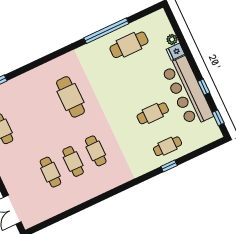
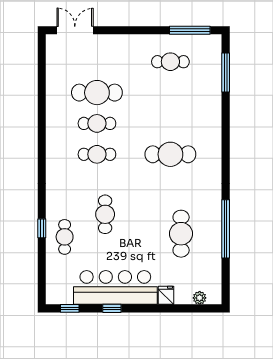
plant: (172, 39) -> (200, 298), moved
cafe table: (129, 45) -> (181, 234), moved
cafe table: (153, 113) -> (105, 214), moved
cafe table: (50, 172) -> (97, 93), width x1.37, depth x1.35

